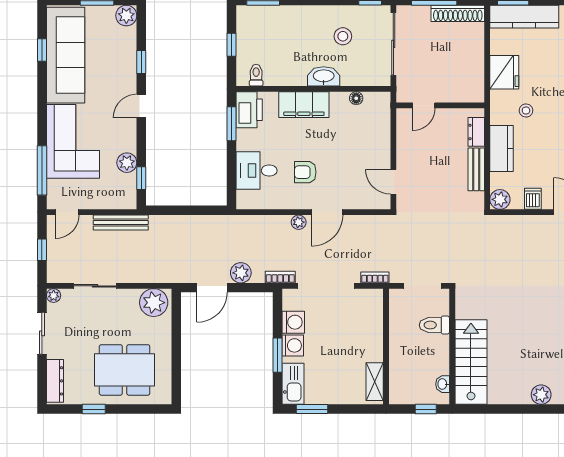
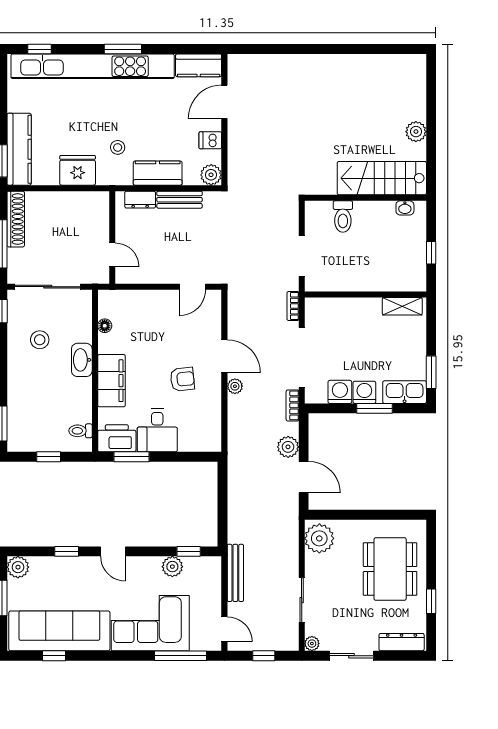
desk: (257, 171) -> (157, 430), moved
armchair: (305, 172) -> (182, 379), turned -96
toilet: (434, 325) -> (343, 217), moved
wall: (452, 346) -> (365, 198), moved
stairs: (471, 362) -> (382, 178), moved
washbasin: (443, 384) -> (405, 208), moved

